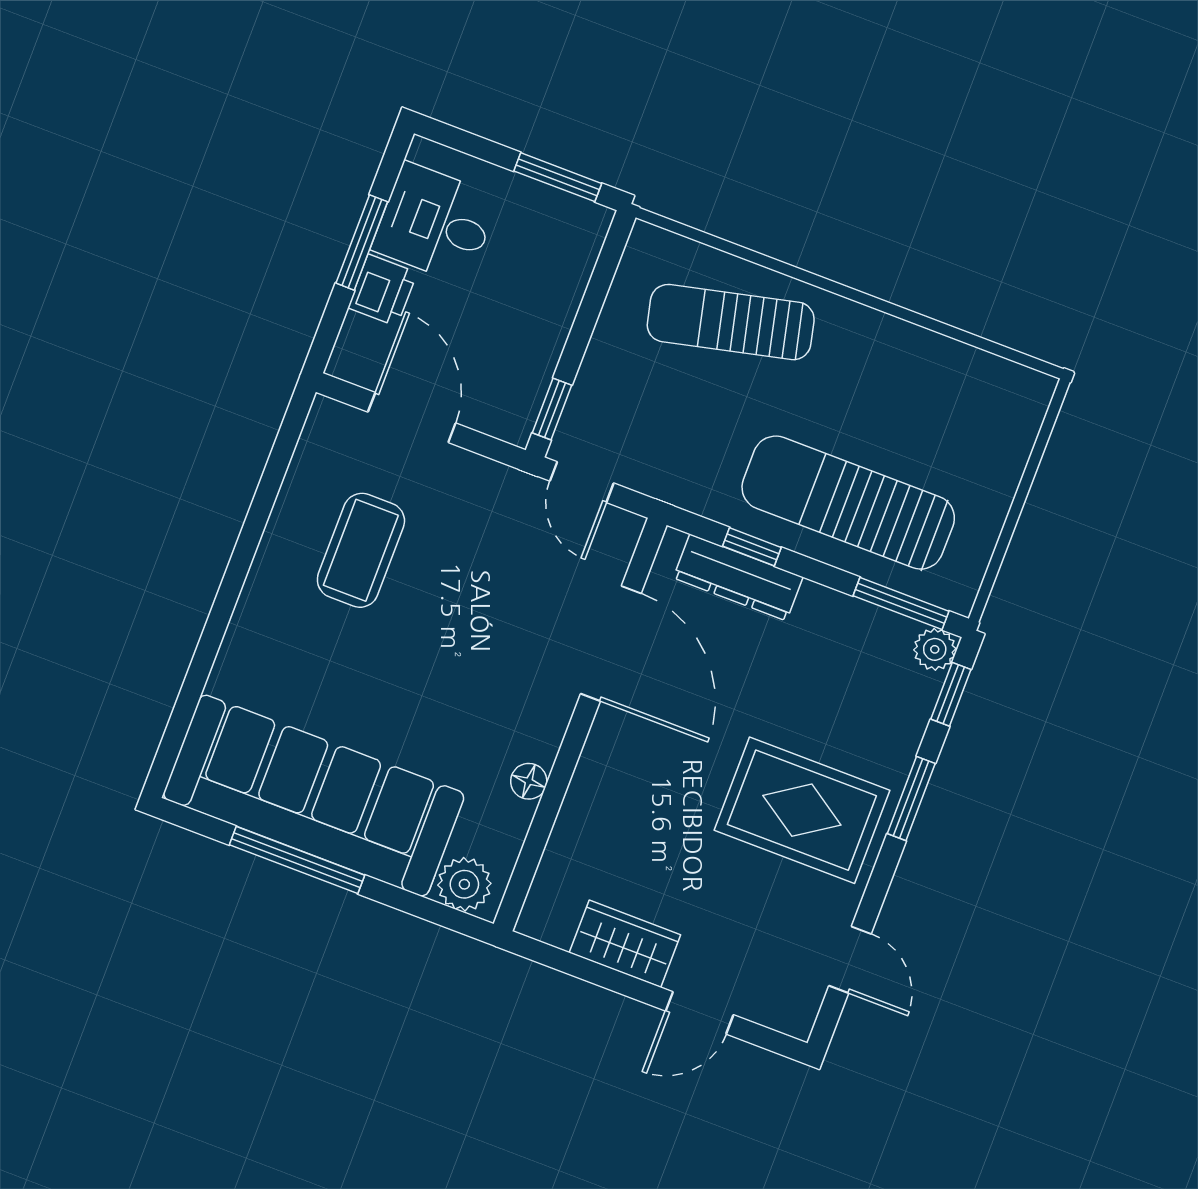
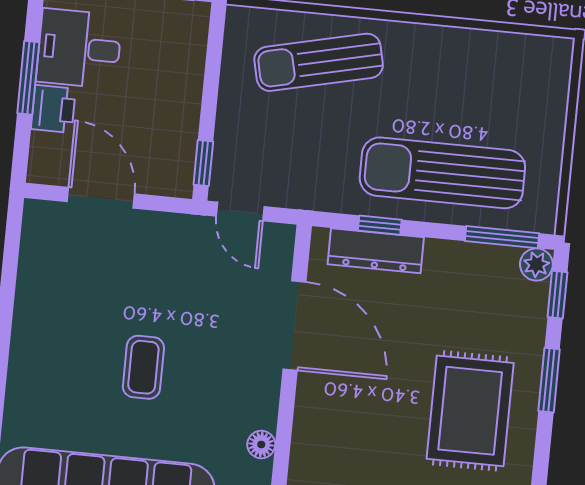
coffee table: (361, 550) -> (143, 367), moved, width x0.73, depth x0.77
rug: (802, 810) -> (470, 411), turned 90

